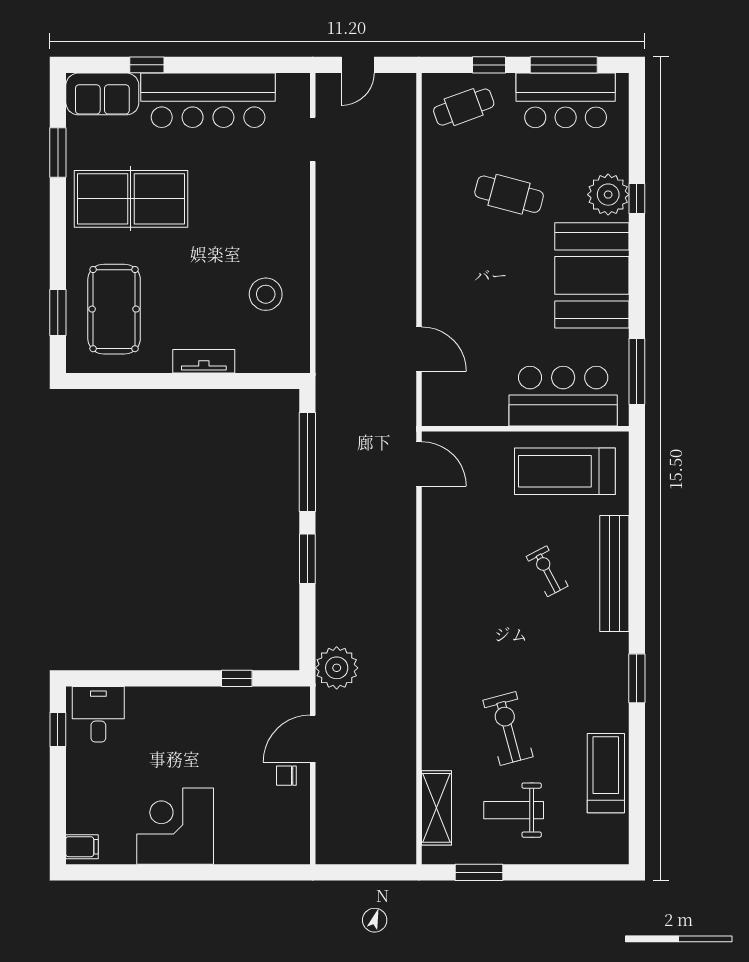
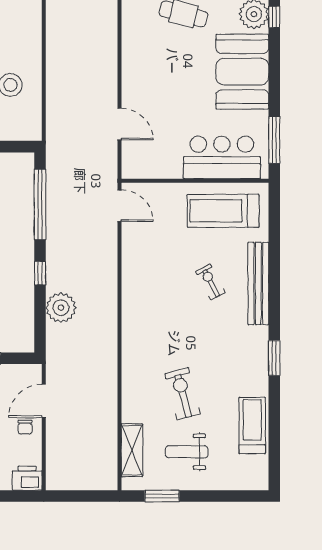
window: (307, 559) -> (40, 273), width x0.67
plant: (337, 668) -> (61, 308), moved
chair: (286, 776) -> (25, 427), turned -90
printer: (289, 847) -> (27, 478), added

